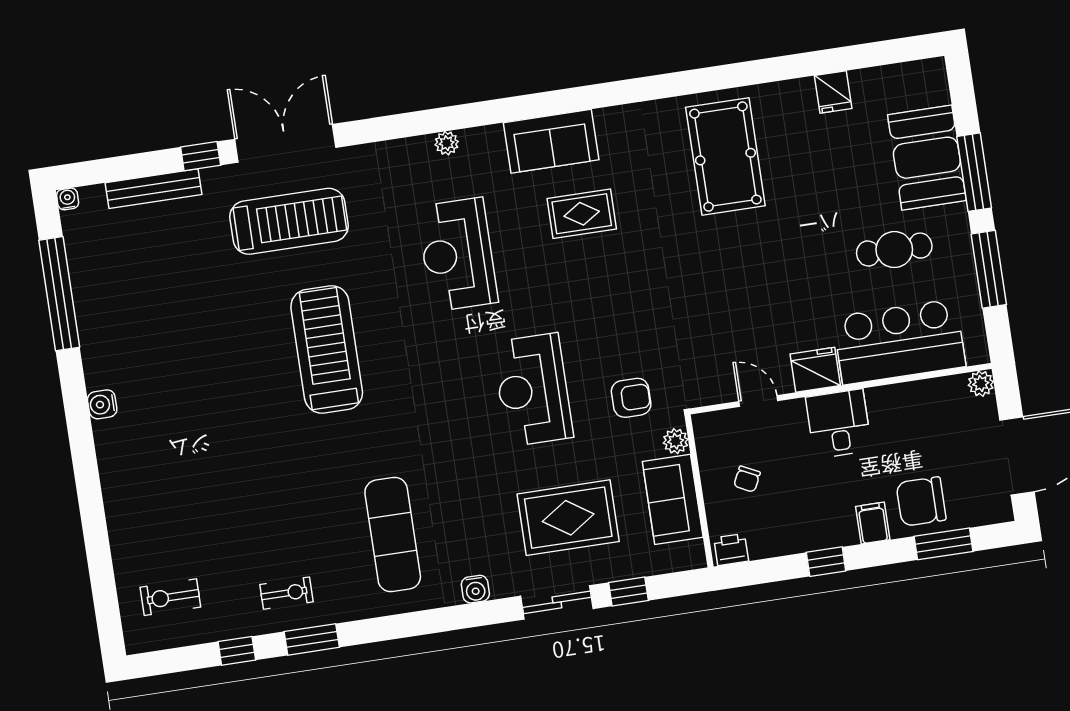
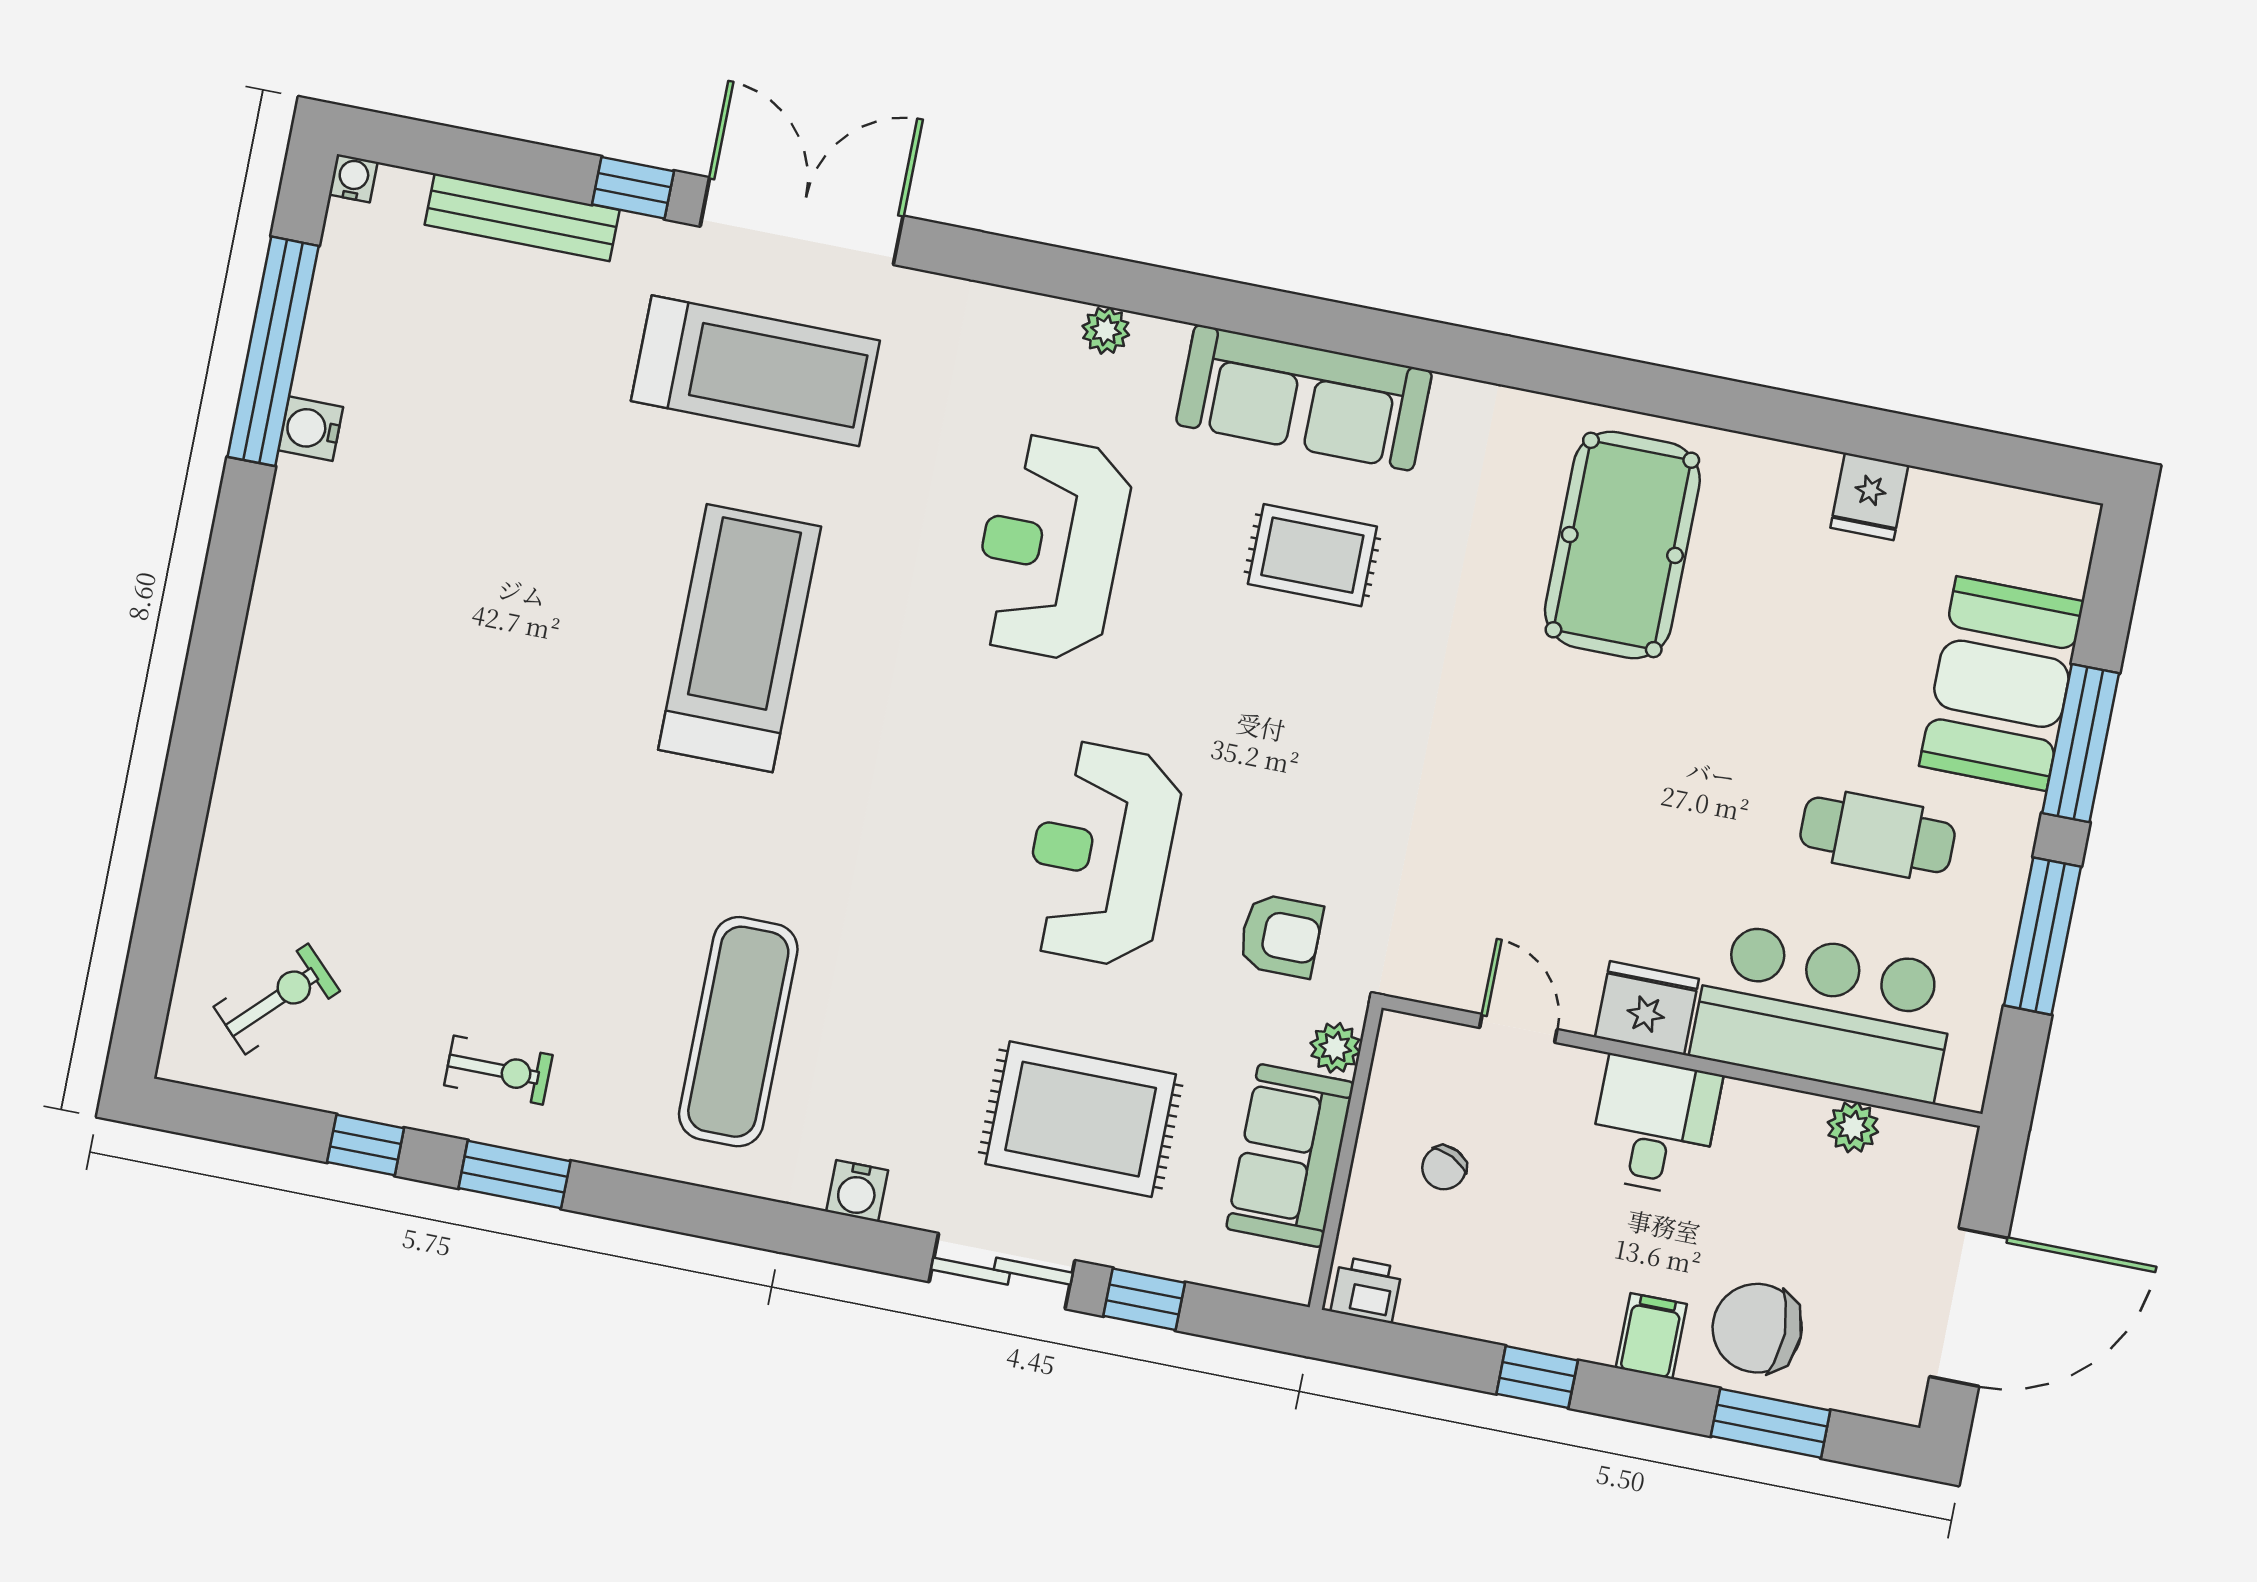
sofa: (551, 141) -> (1304, 398), width x1.36
plant: (981, 384) -> (1853, 1127), moved
water cooler: (102, 404) -> (311, 429), moved
exercise bike: (170, 597) -> (277, 999), turned 135

